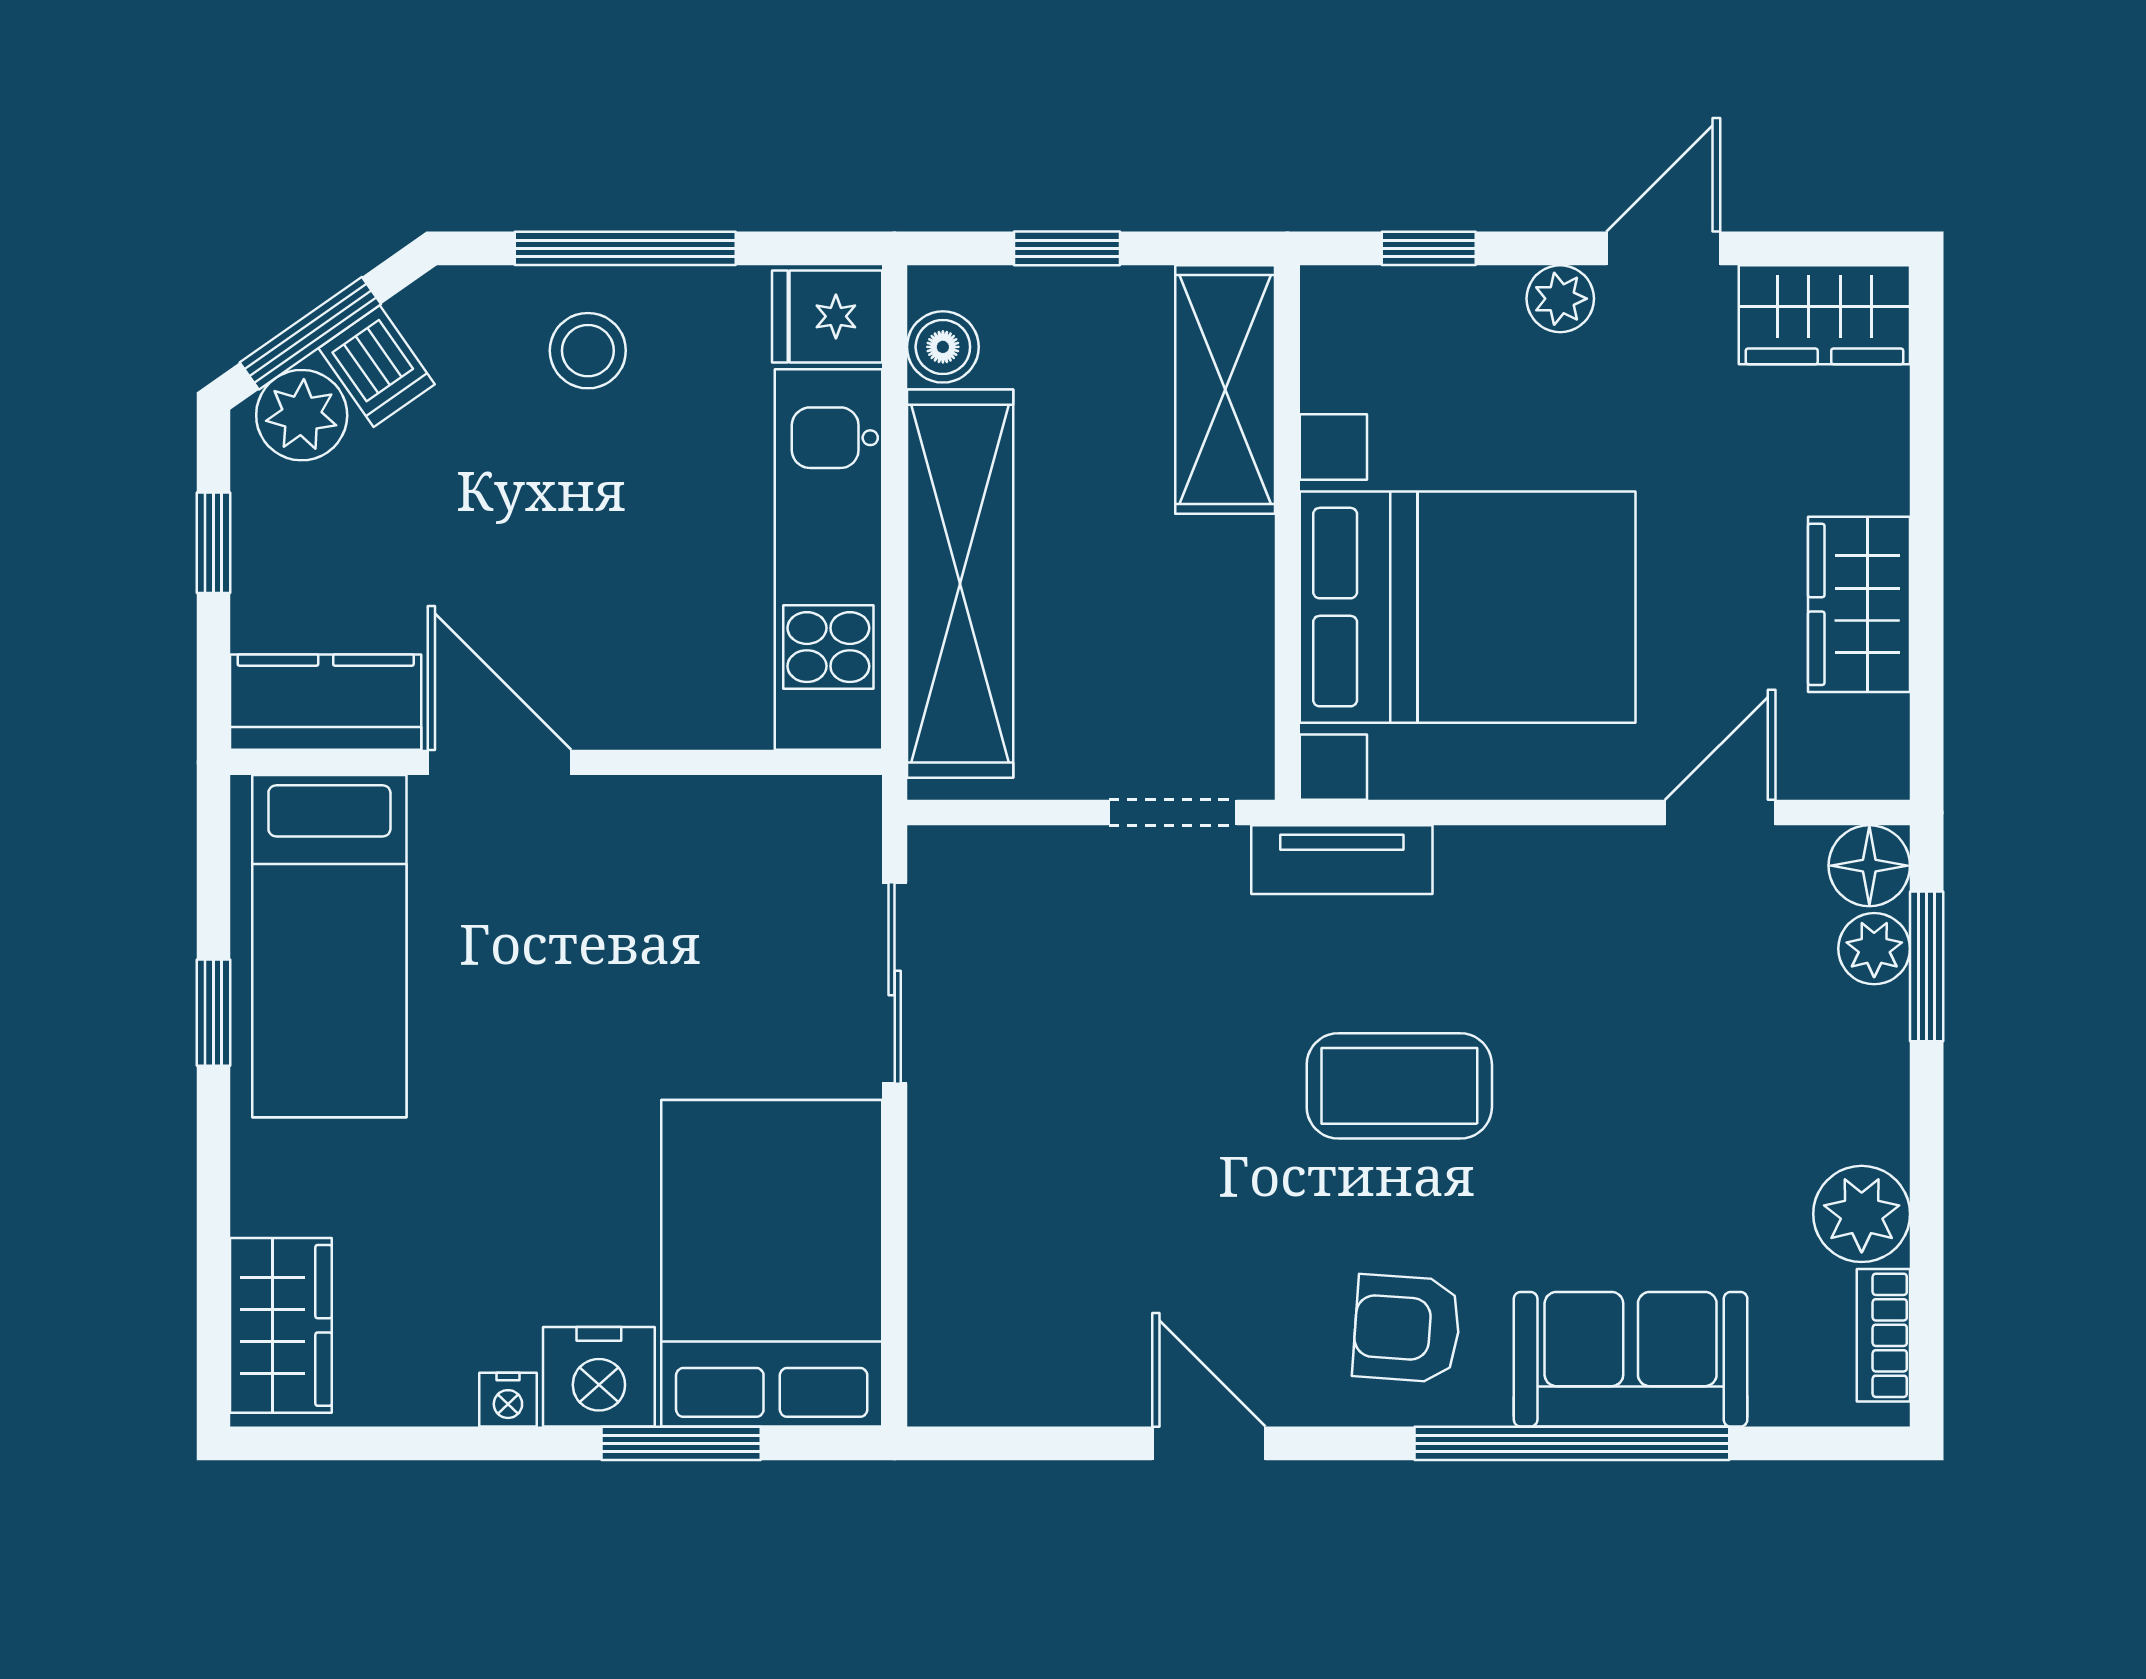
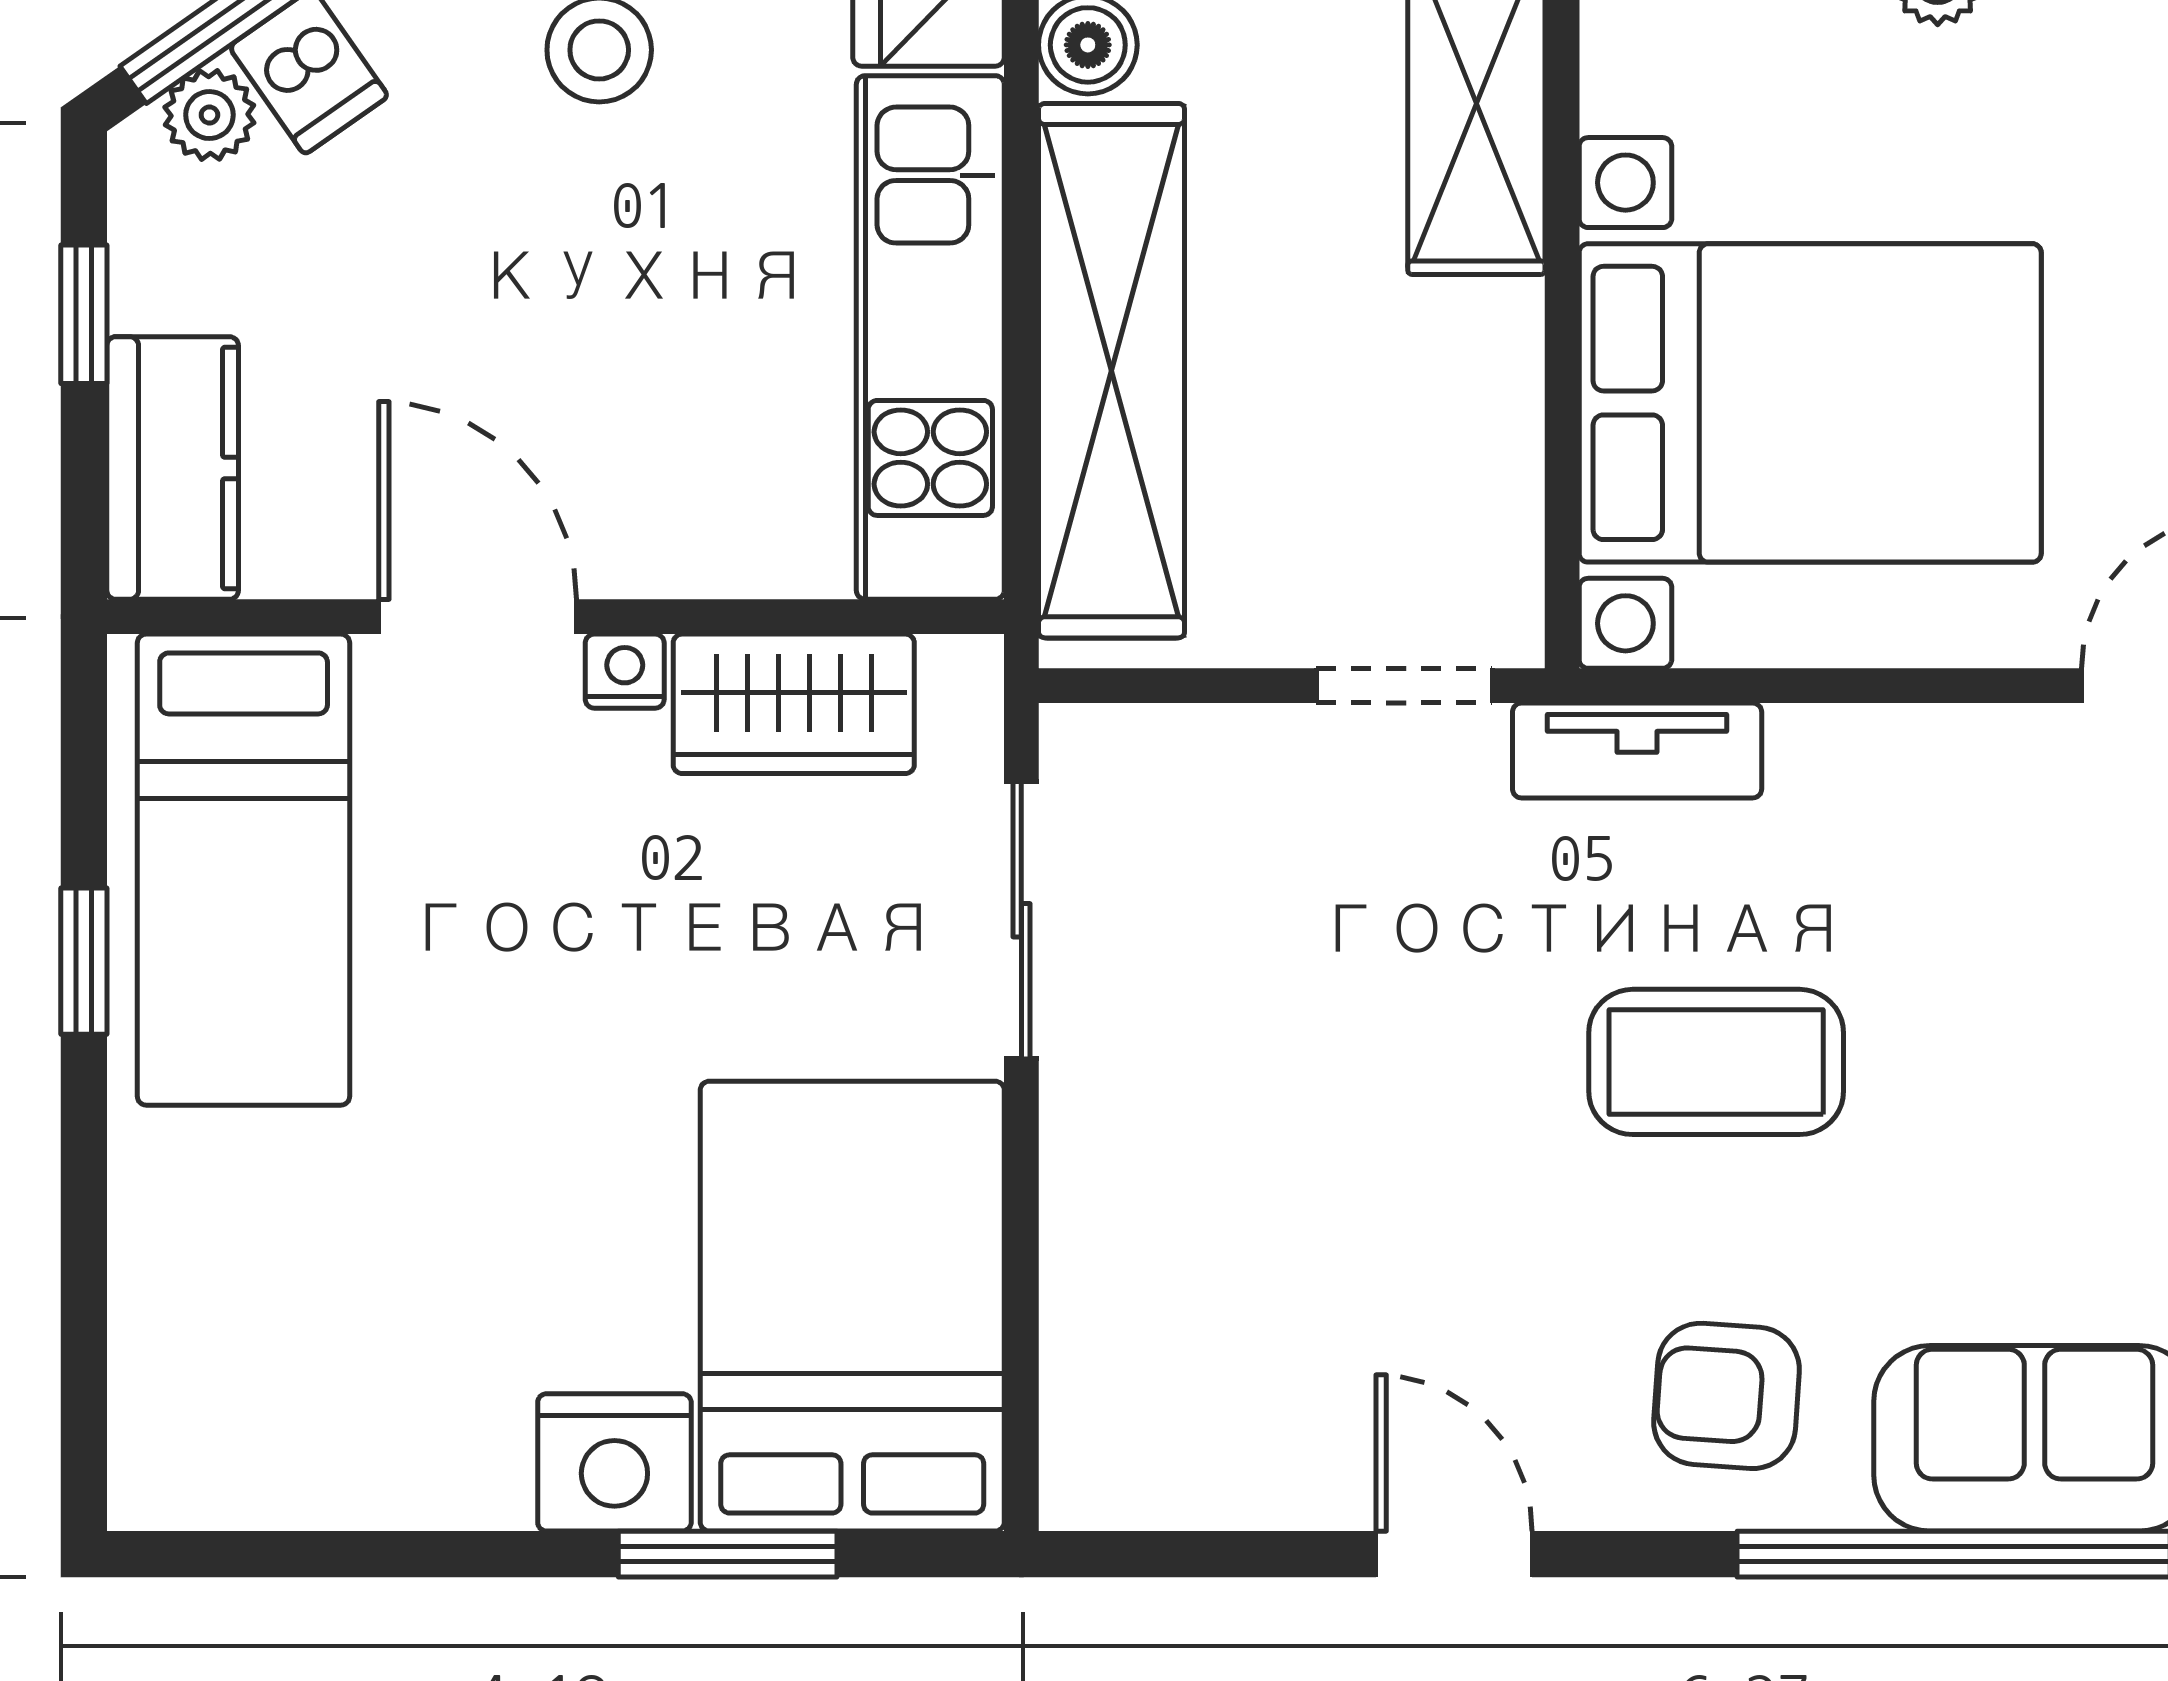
plant: (302, 415) -> (209, 115), width x0.73, depth x0.73
kitchen counter: (326, 702) -> (173, 468), moved, turned 90
wardrobe: (281, 1325) -> (794, 704), moved, turned 90
nightstand: (508, 1400) -> (625, 671), moved, turned 180

